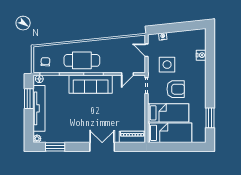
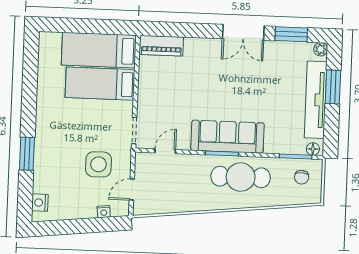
door: (147, 50) -> (132, 190), swing flipped
nightstand: (201, 55) -> (40, 203), moved
armchair: (176, 89) -> (86, 123), removed
window: (29, 99) -> (333, 87), moved
window: (210, 118) -> (27, 154), moved
double door: (102, 147) -> (243, 32), moved

